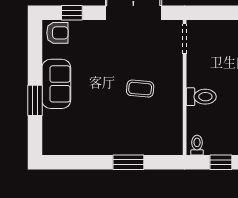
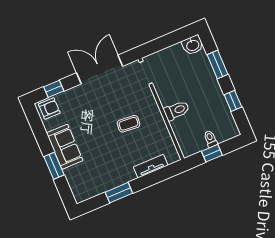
toilet: (197, 145) -> (210, 139), moved
tv unit: (145, 148) -> (151, 166), added
window: (128, 162) -> (119, 193), moved

